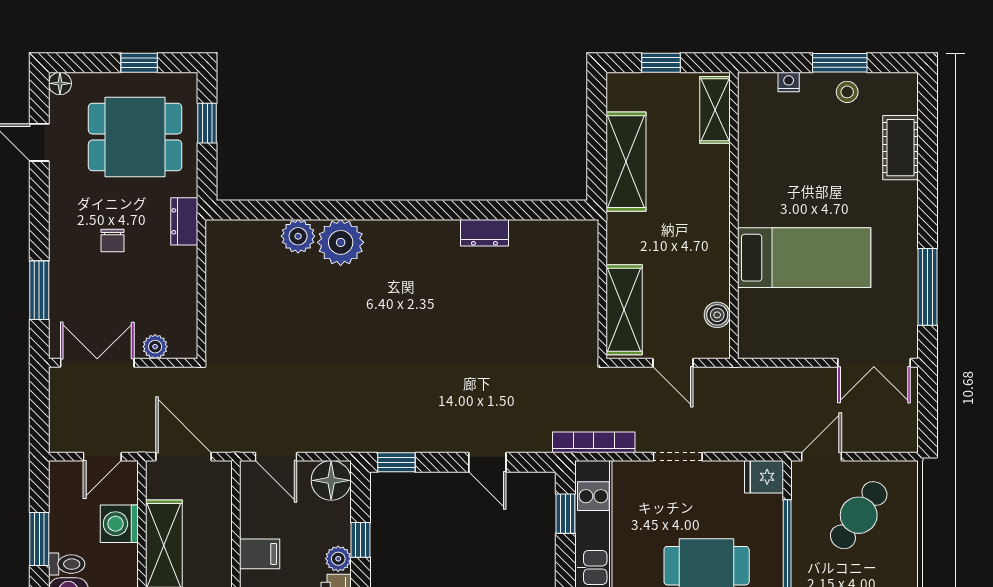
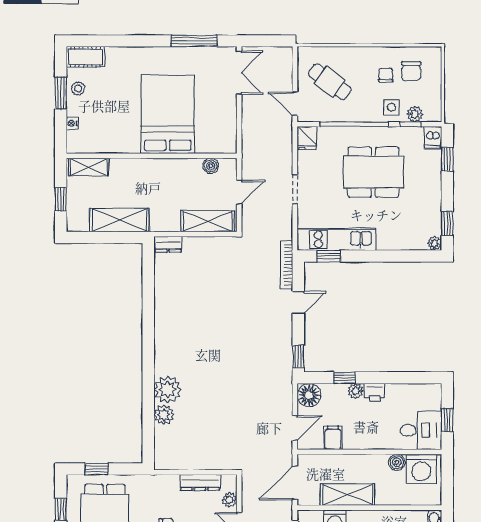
cot: (901, 148) -> (85, 57), moved
dresser: (184, 221) -> (200, 483), moved, width x1.44
dresser: (484, 233) -> (168, 244), moved, turned 90
bed: (804, 258) -> (168, 114), width x1.50
bookcase: (594, 442) -> (286, 265), moved
filing cabinet: (260, 554) -> (333, 438), moved

